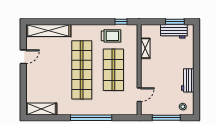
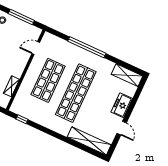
trolley: (111, 36) -> (36, 111), removed
door: (23, 57) -> (122, 128), swing flipped
freezer: (33, 78) -> (122, 105), added

